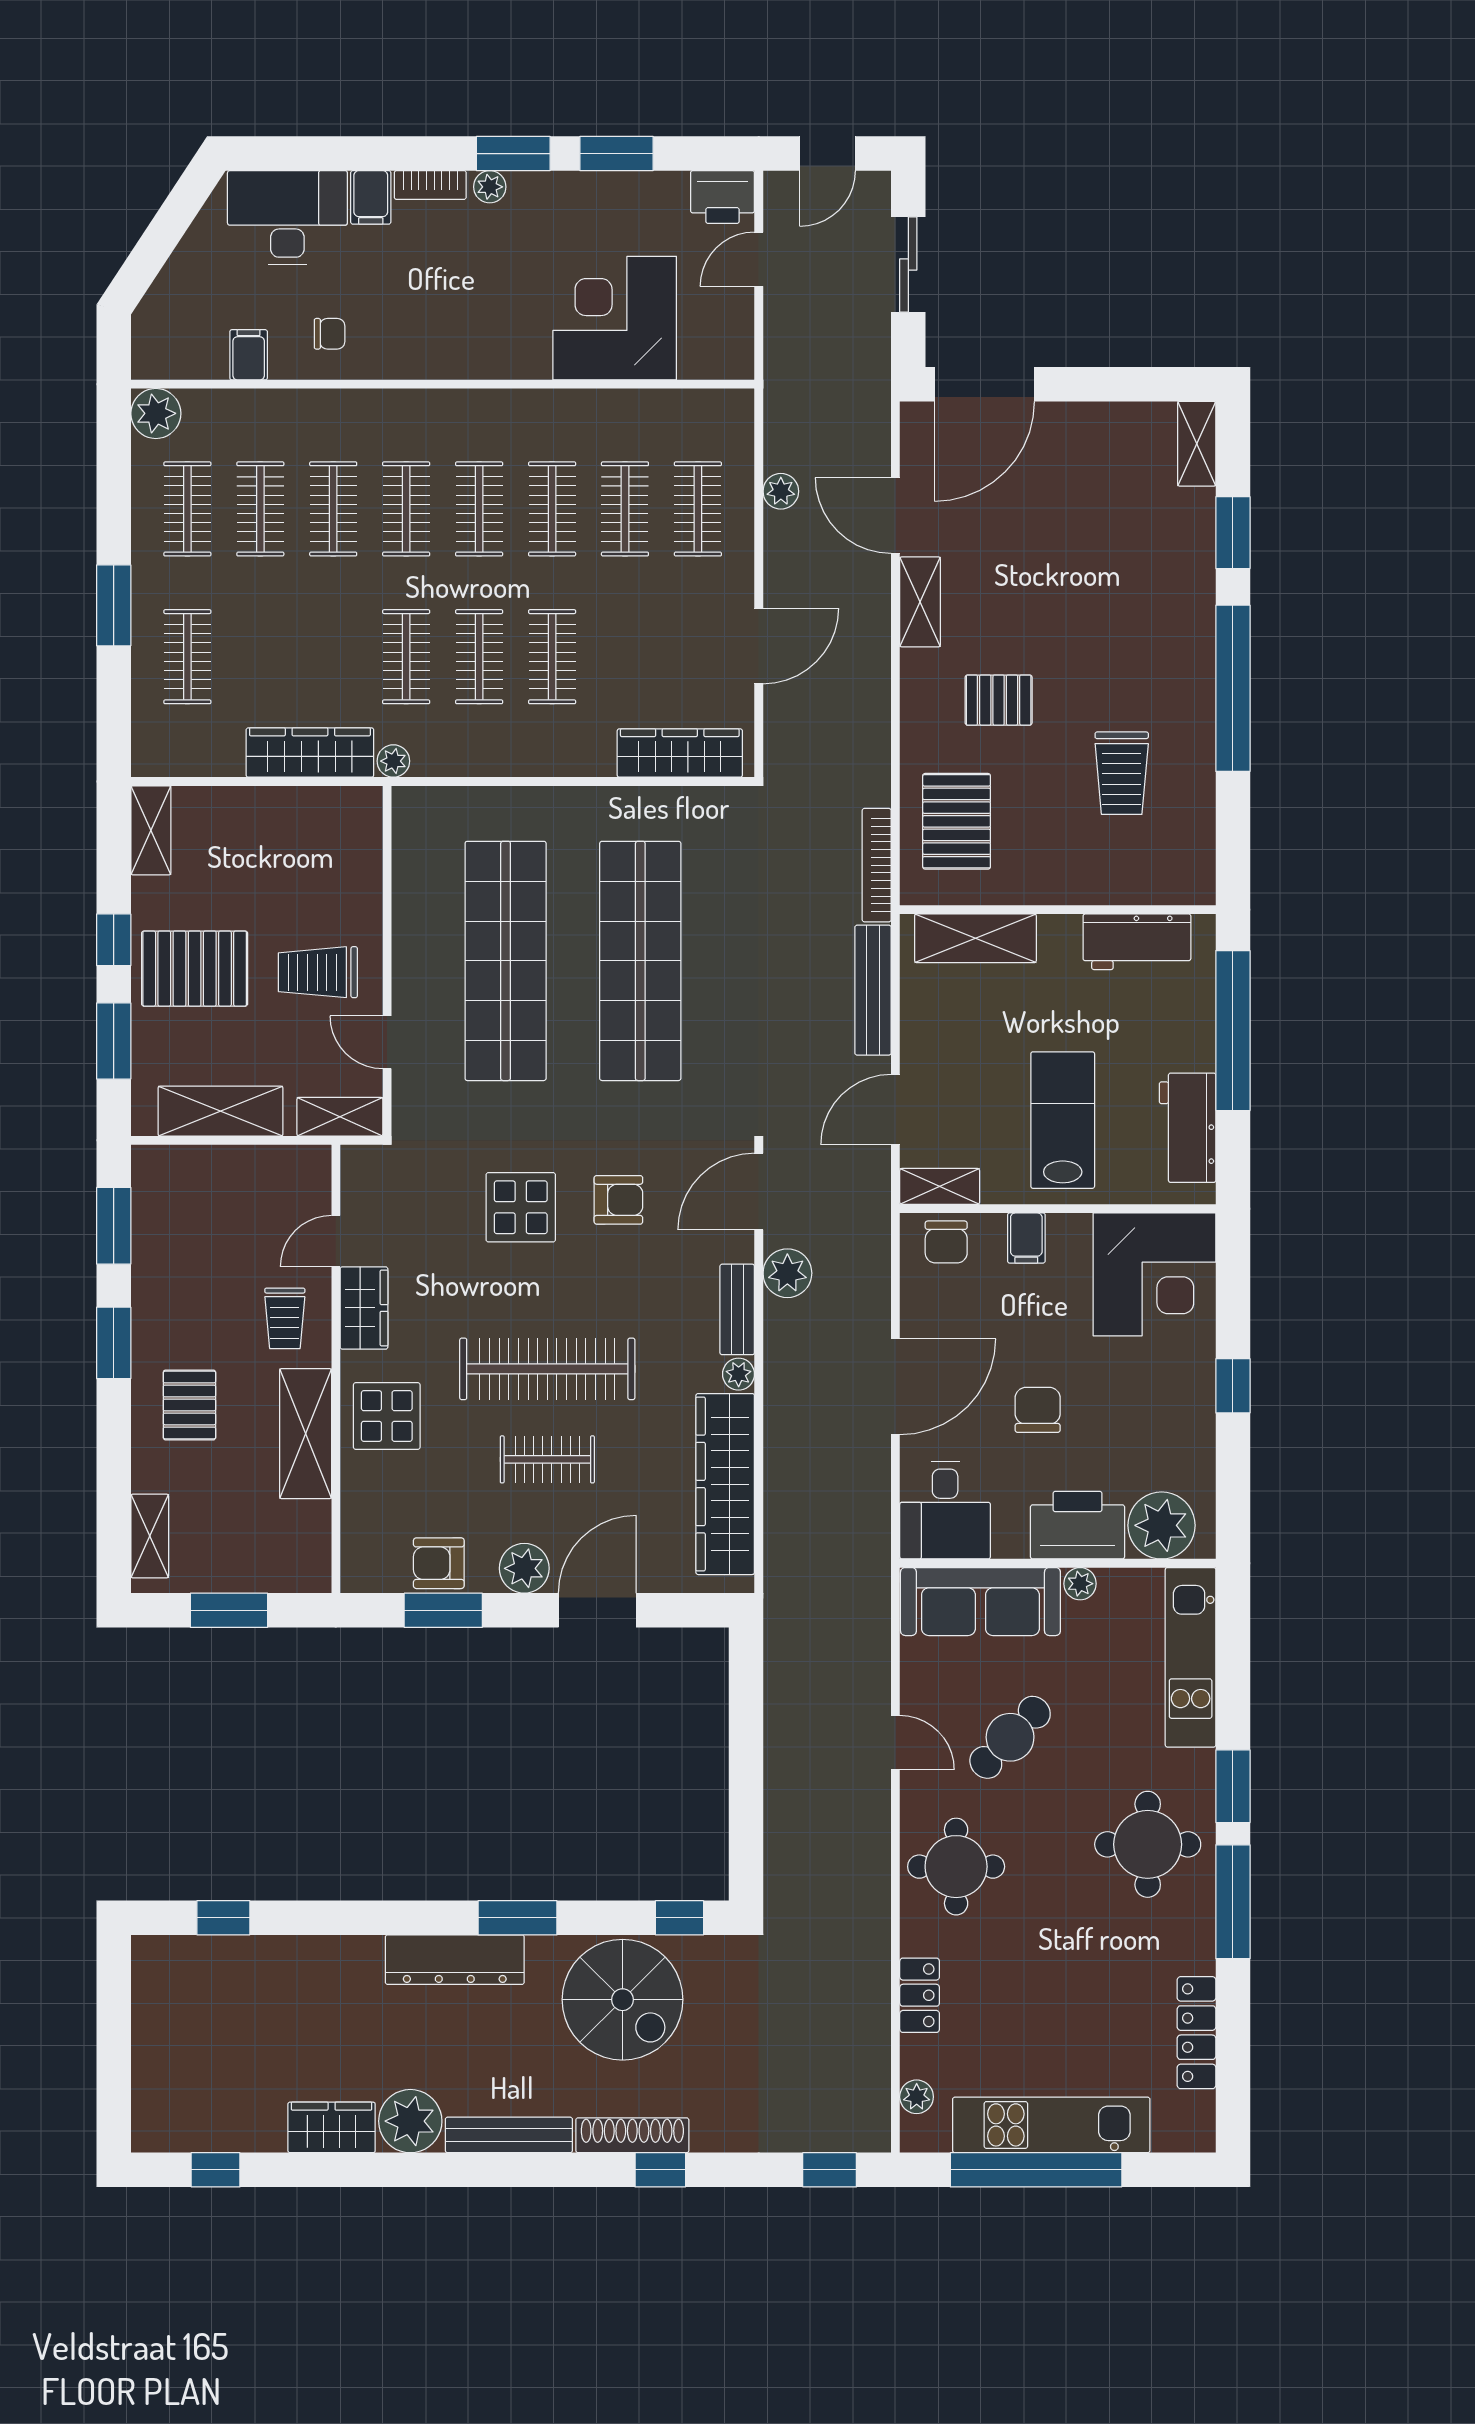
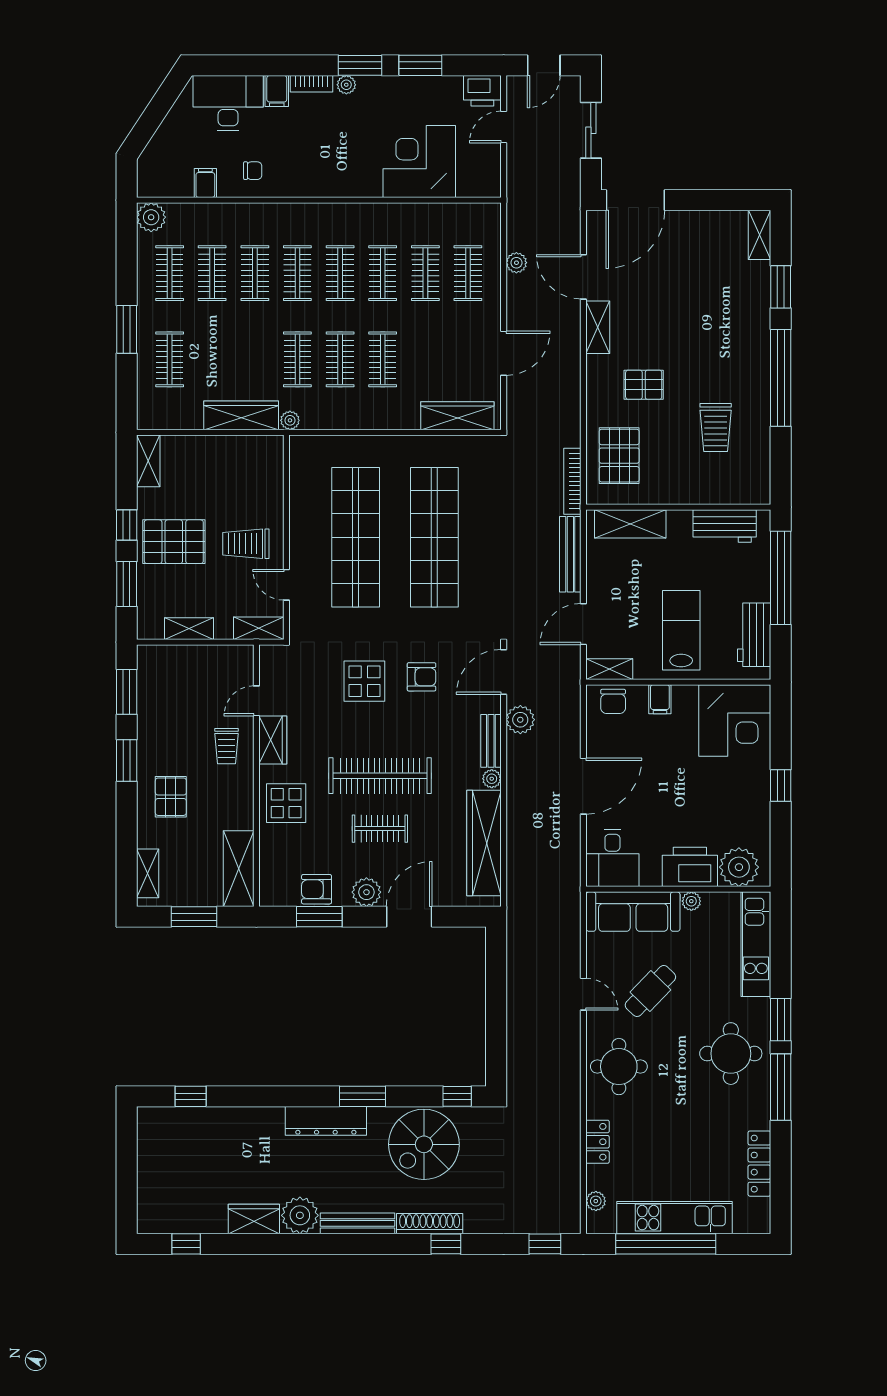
shelving: (221, 1111) -> (189, 629), width x0.67, depth x0.75
chair: (1038, 1410) -> (667, 800), removed
shelving: (306, 1434) -> (239, 869), moved
spiral stairs: (623, 2000) -> (424, 1144), turned 90

